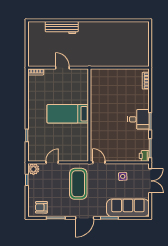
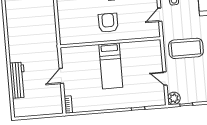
armchair: (107, 115) -> (108, 23), added
door: (99, 162) -> (160, 15), moved

